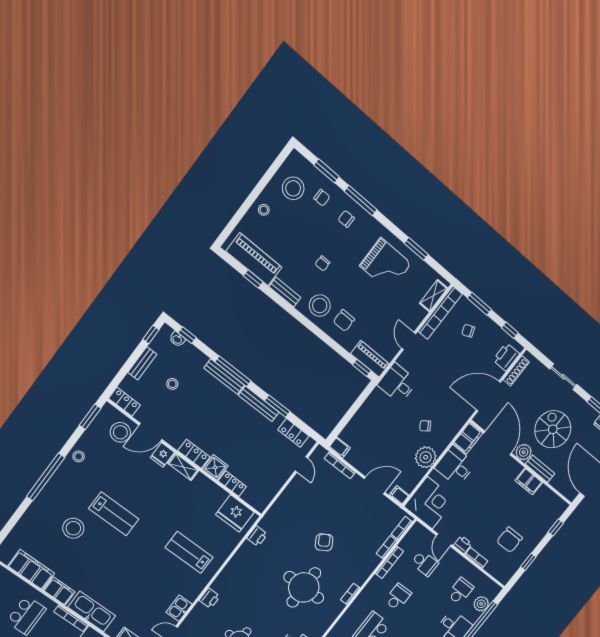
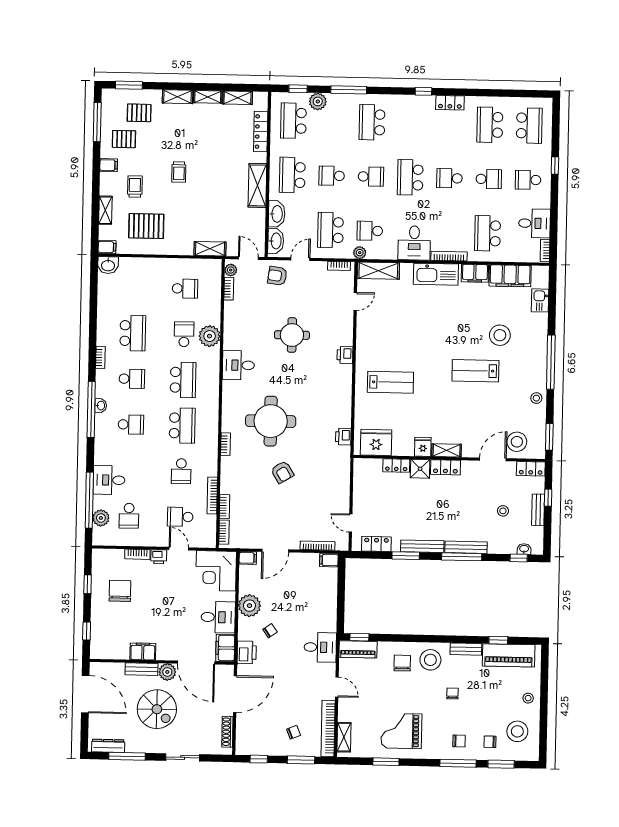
window: (151, 335) -> (548, 498), moved
printer: (506, 357) -> (247, 652), moved
fridge: (162, 455) -> (423, 447), moved
kitchen sink: (179, 608) -> (540, 300), moved, turned 180

